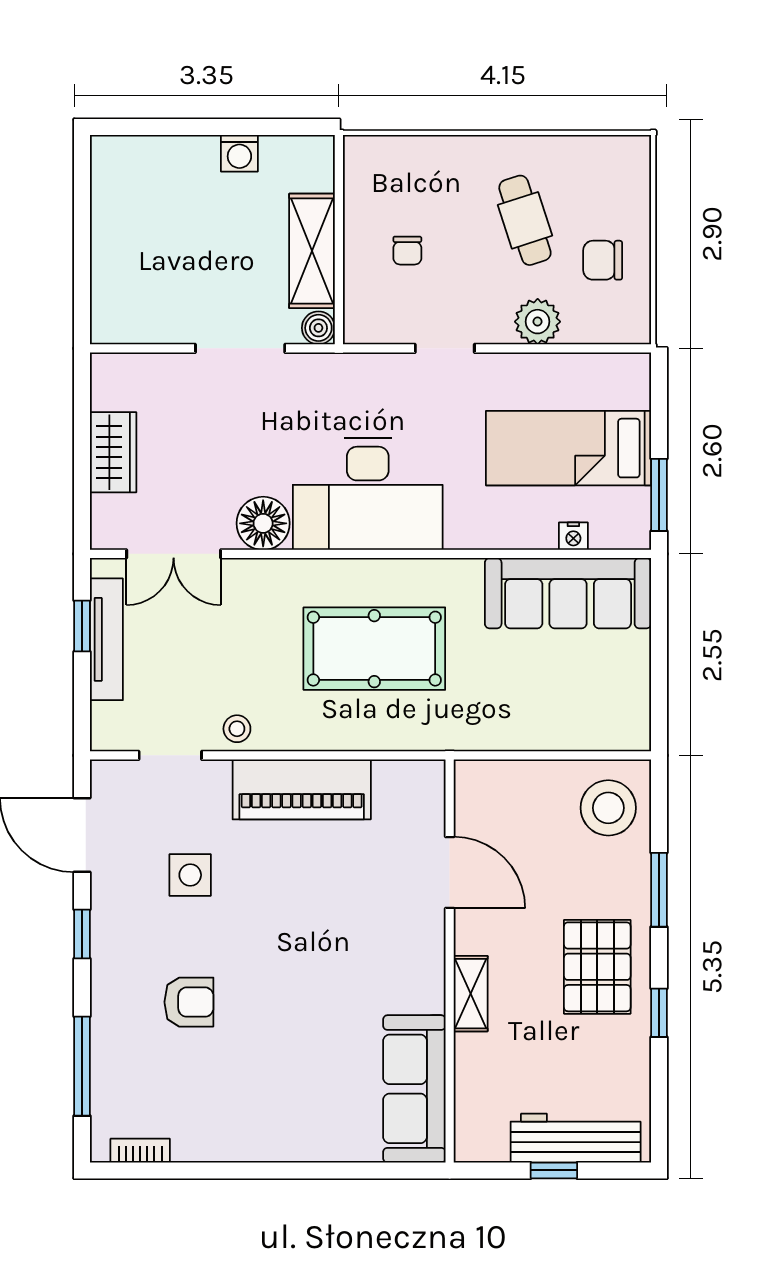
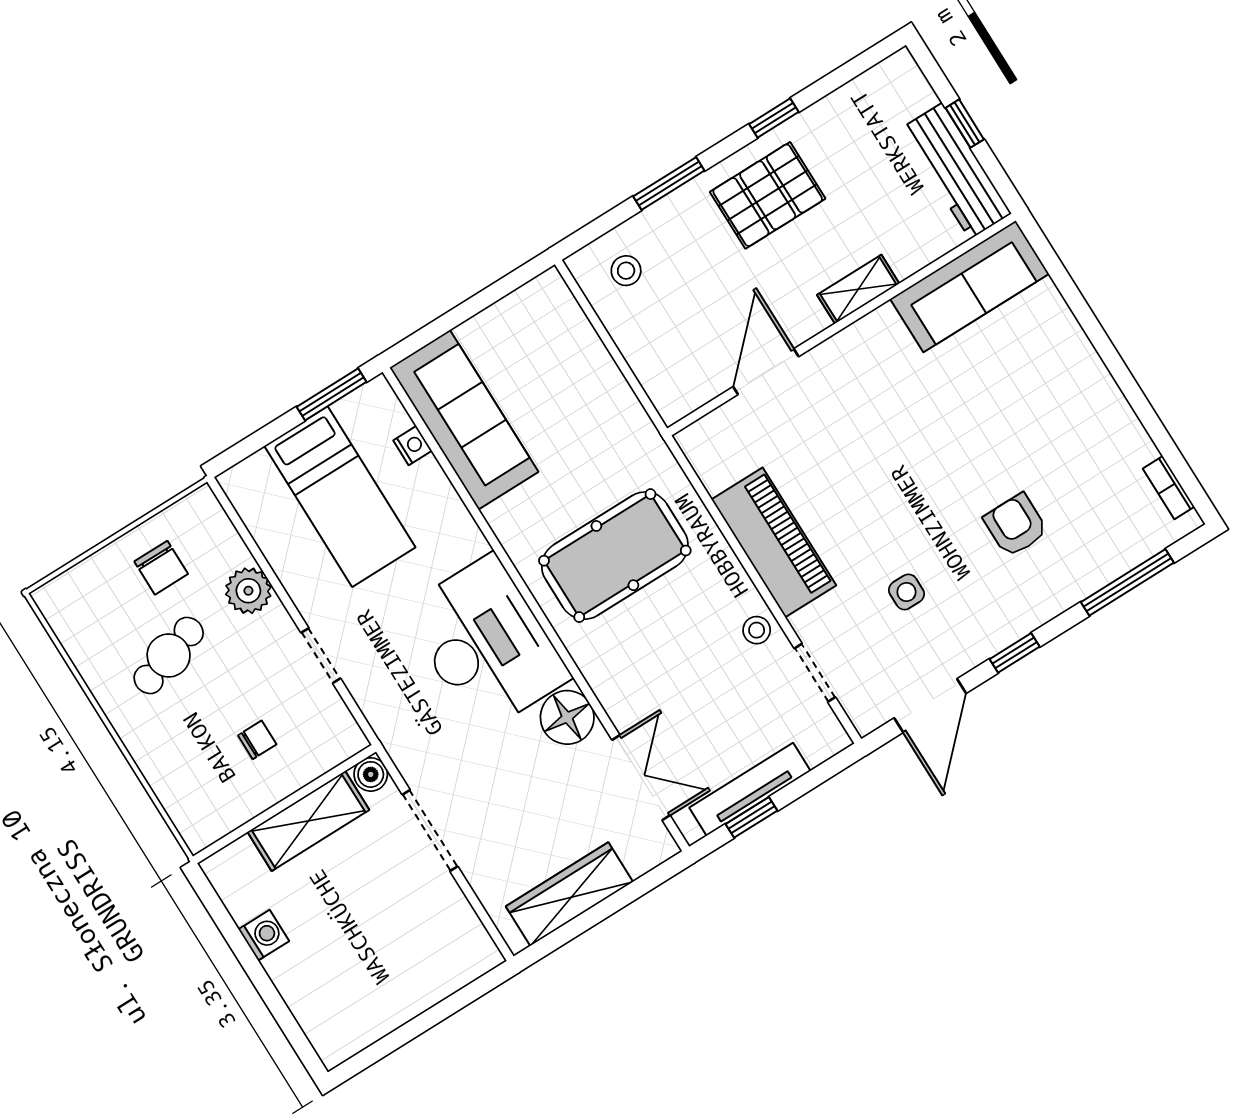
wardrobe: (113, 452) -> (569, 894), width x1.50
pool table: (374, 649) -> (615, 556), turned 90
stool: (608, 808) -> (626, 271), width x0.53, depth x0.53
side table: (190, 875) -> (907, 592), width x0.73, depth x0.73
workbench: (576, 1138) -> (956, 171), moved

